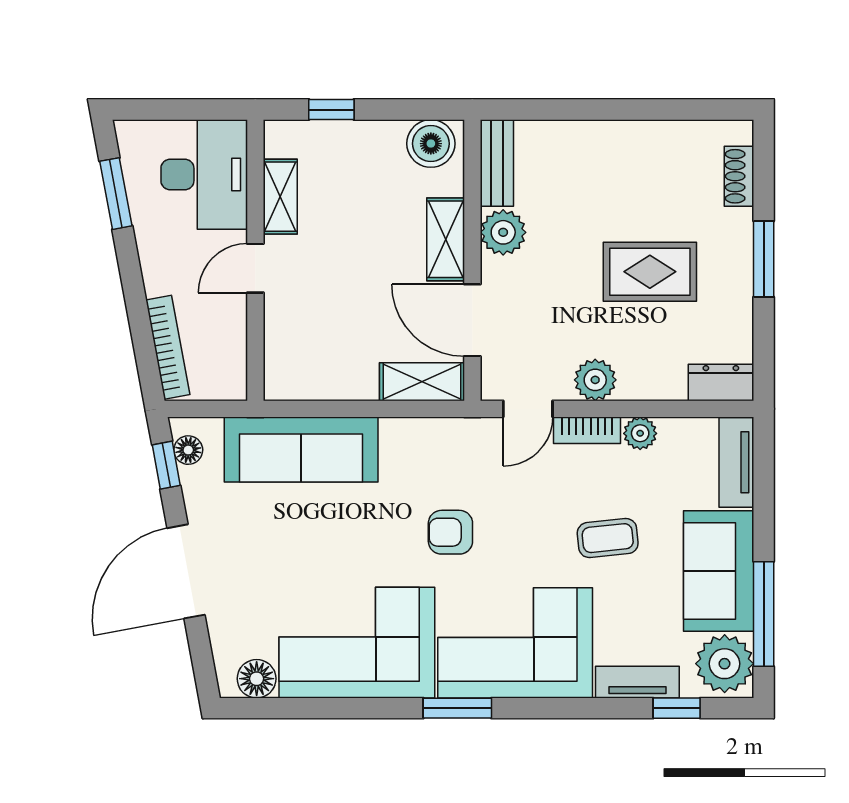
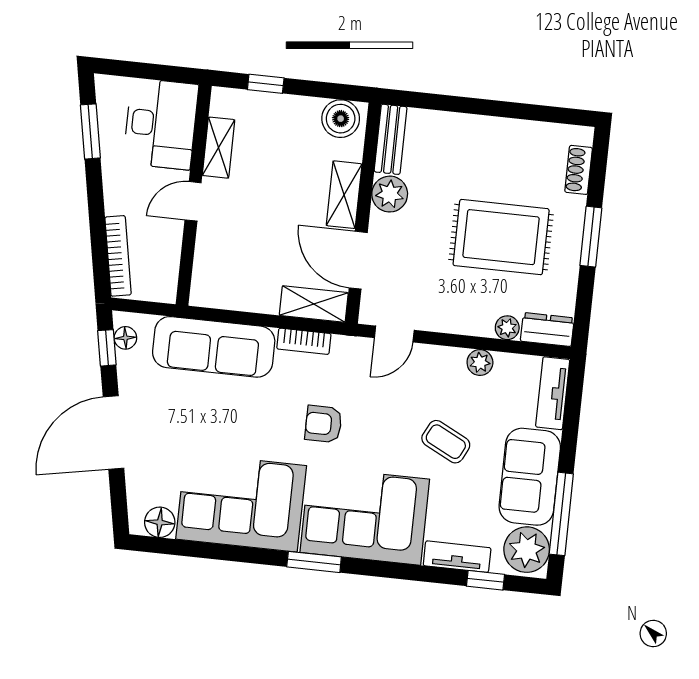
rug: (650, 272) -> (501, 237), width x1.36, depth x1.43
plant: (595, 380) -> (507, 328), moved, width x0.73, depth x0.73
bookcase: (587, 430) -> (304, 341), moved
coffee table: (608, 538) -> (446, 442), turned 33

